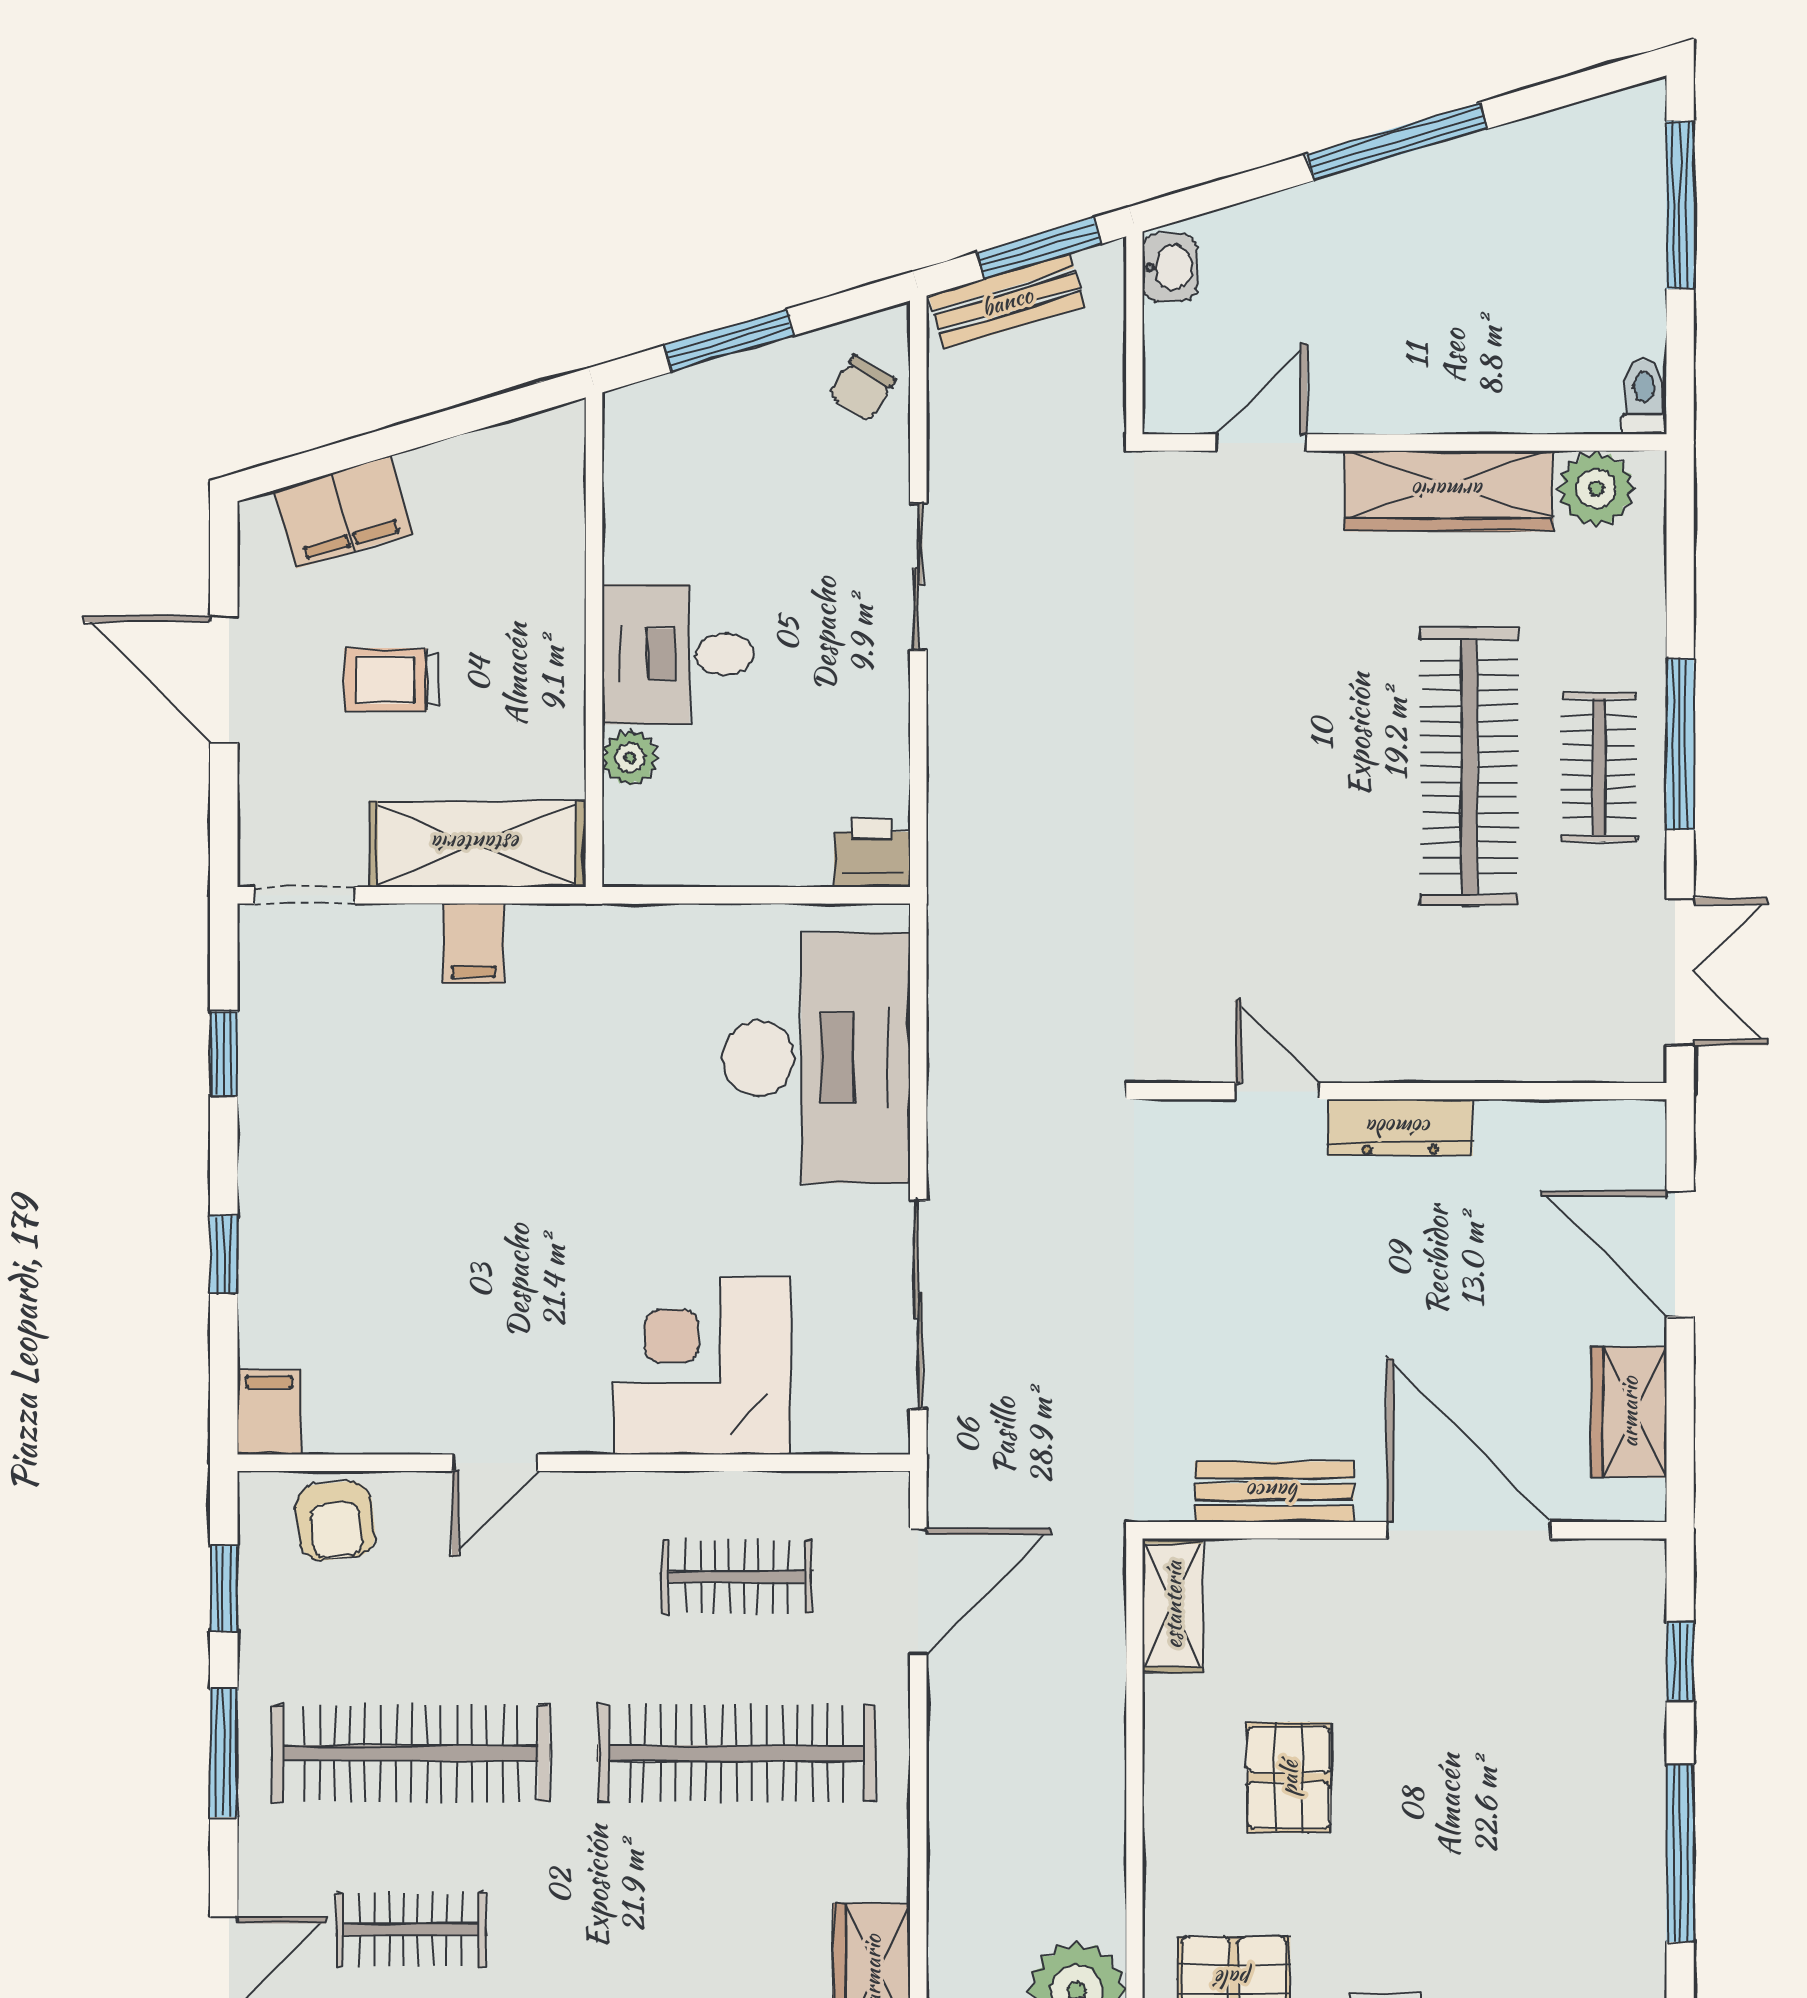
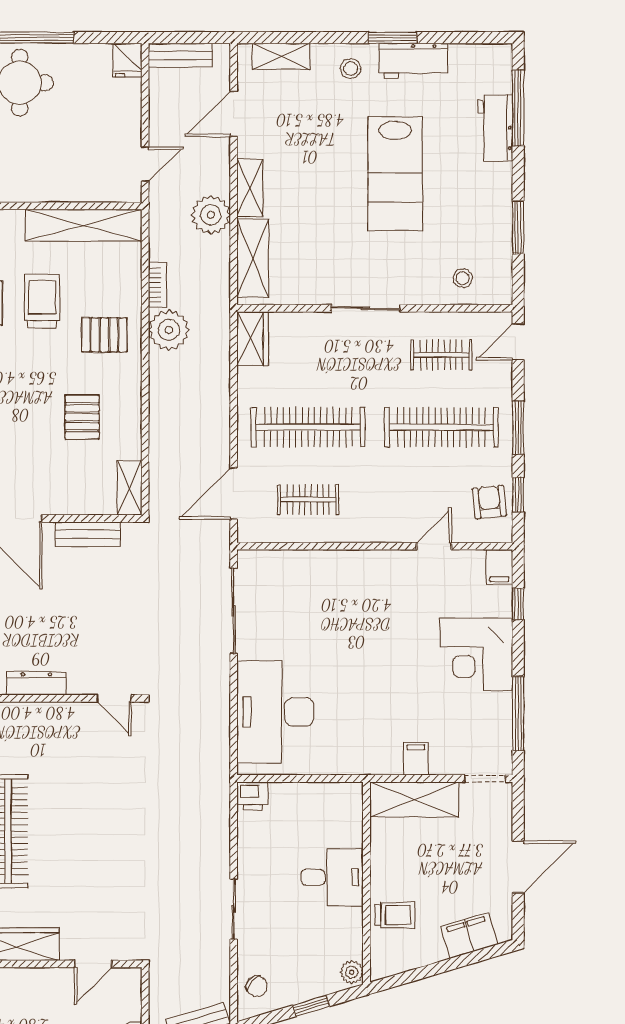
window: (729, 340) -> (311, 1006), width x0.67
chair: (862, 388) -> (257, 986), turned 98
door: (224, 679) -> (518, 867), hinge flipped
trolley: (392, 680) -> (395, 915), moved
plant: (630, 758) -> (352, 972), moved
window: (224, 1054) -> (518, 714), width x2.17
door: (1277, 1091) -> (114, 698), moved
window: (224, 1254) -> (518, 604), moved
corner desk: (702, 1366) -> (476, 654), moved, turned 90
door: (495, 1463) -> (434, 546), moved
armchair: (336, 1521) -> (489, 502), moved

